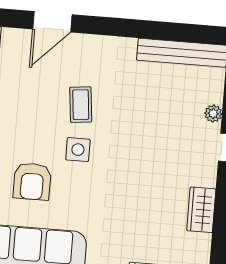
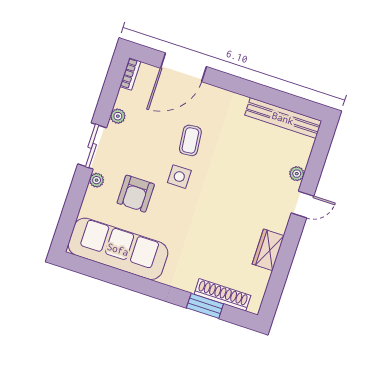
door: (52, 22) -> (183, 67), width x1.36

